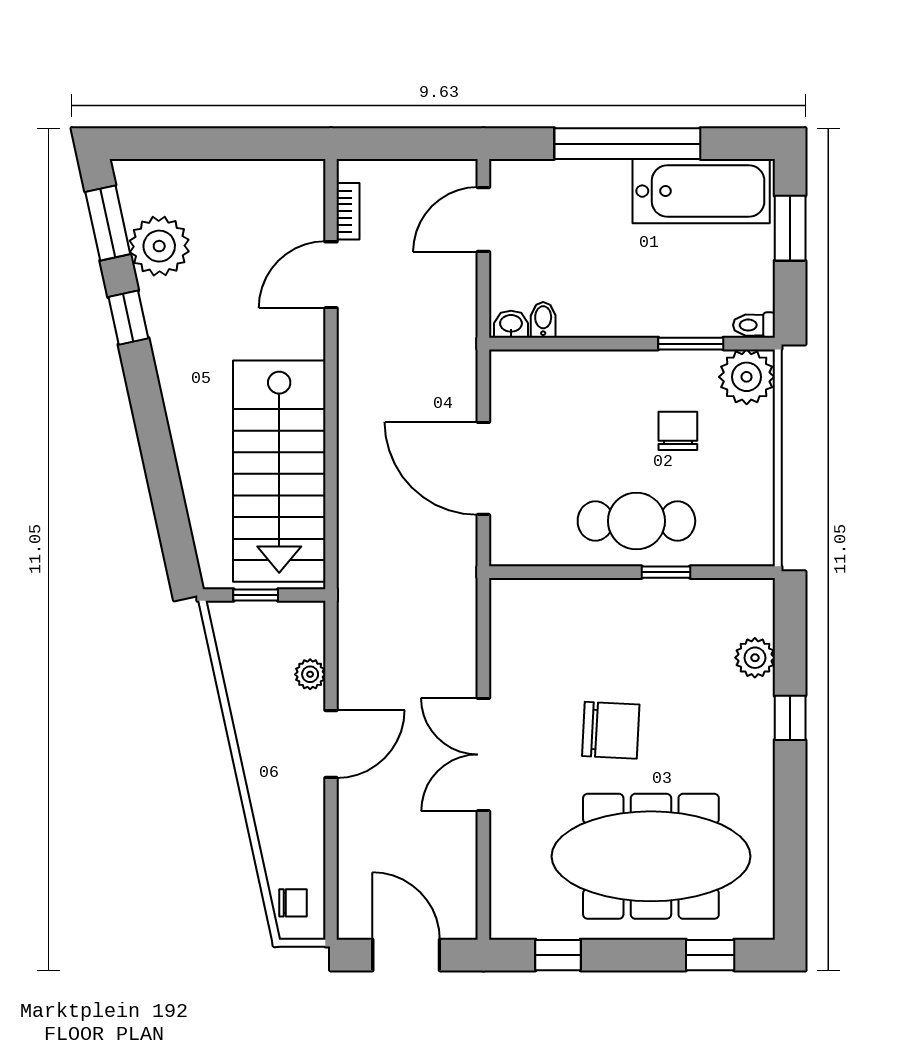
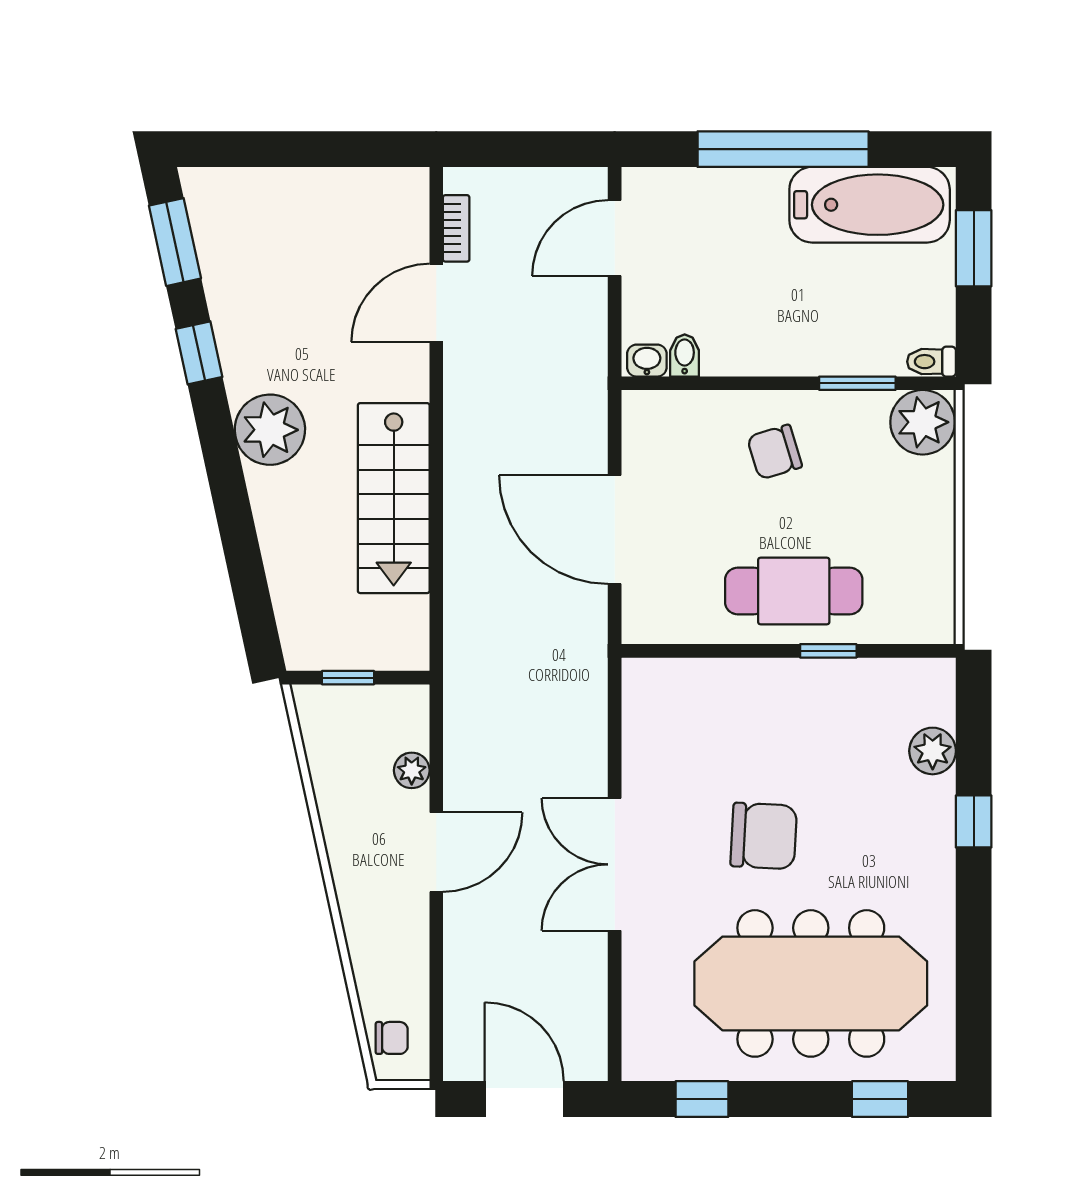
plant: (159, 246) -> (270, 430), moved
chair: (678, 431) -> (775, 452), moved, turned -107
stairs: (279, 471) -> (394, 498), width x0.73, depth x0.66

